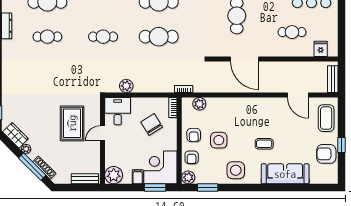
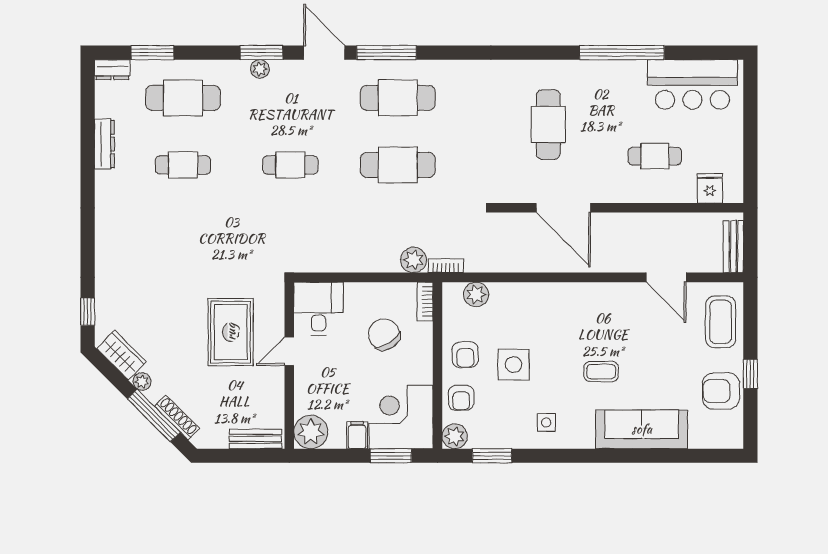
plant: (126, 86) -> (414, 260), moved
side table: (236, 170) -> (546, 422), width x0.54, depth x0.54

